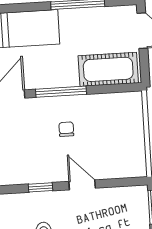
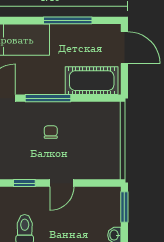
door: (82, 185) -> (62, 183), swing flipped

